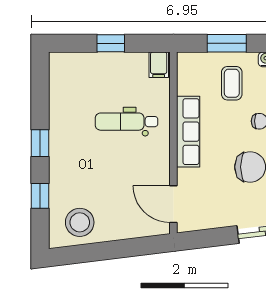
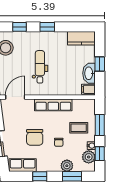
washbasin: (128, 64) -> (89, 73), added
kitchen counter: (62, 78) -> (81, 38), added
dental chair: (127, 122) -> (40, 67), moved

